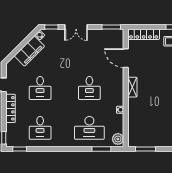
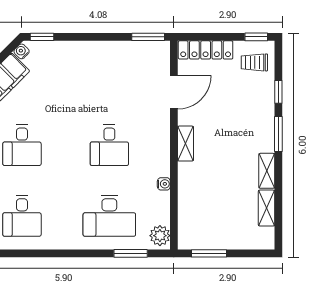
double door: (76, 27) -> (86, 37), removed
door: (126, 58) -> (174, 92), swing flipped

